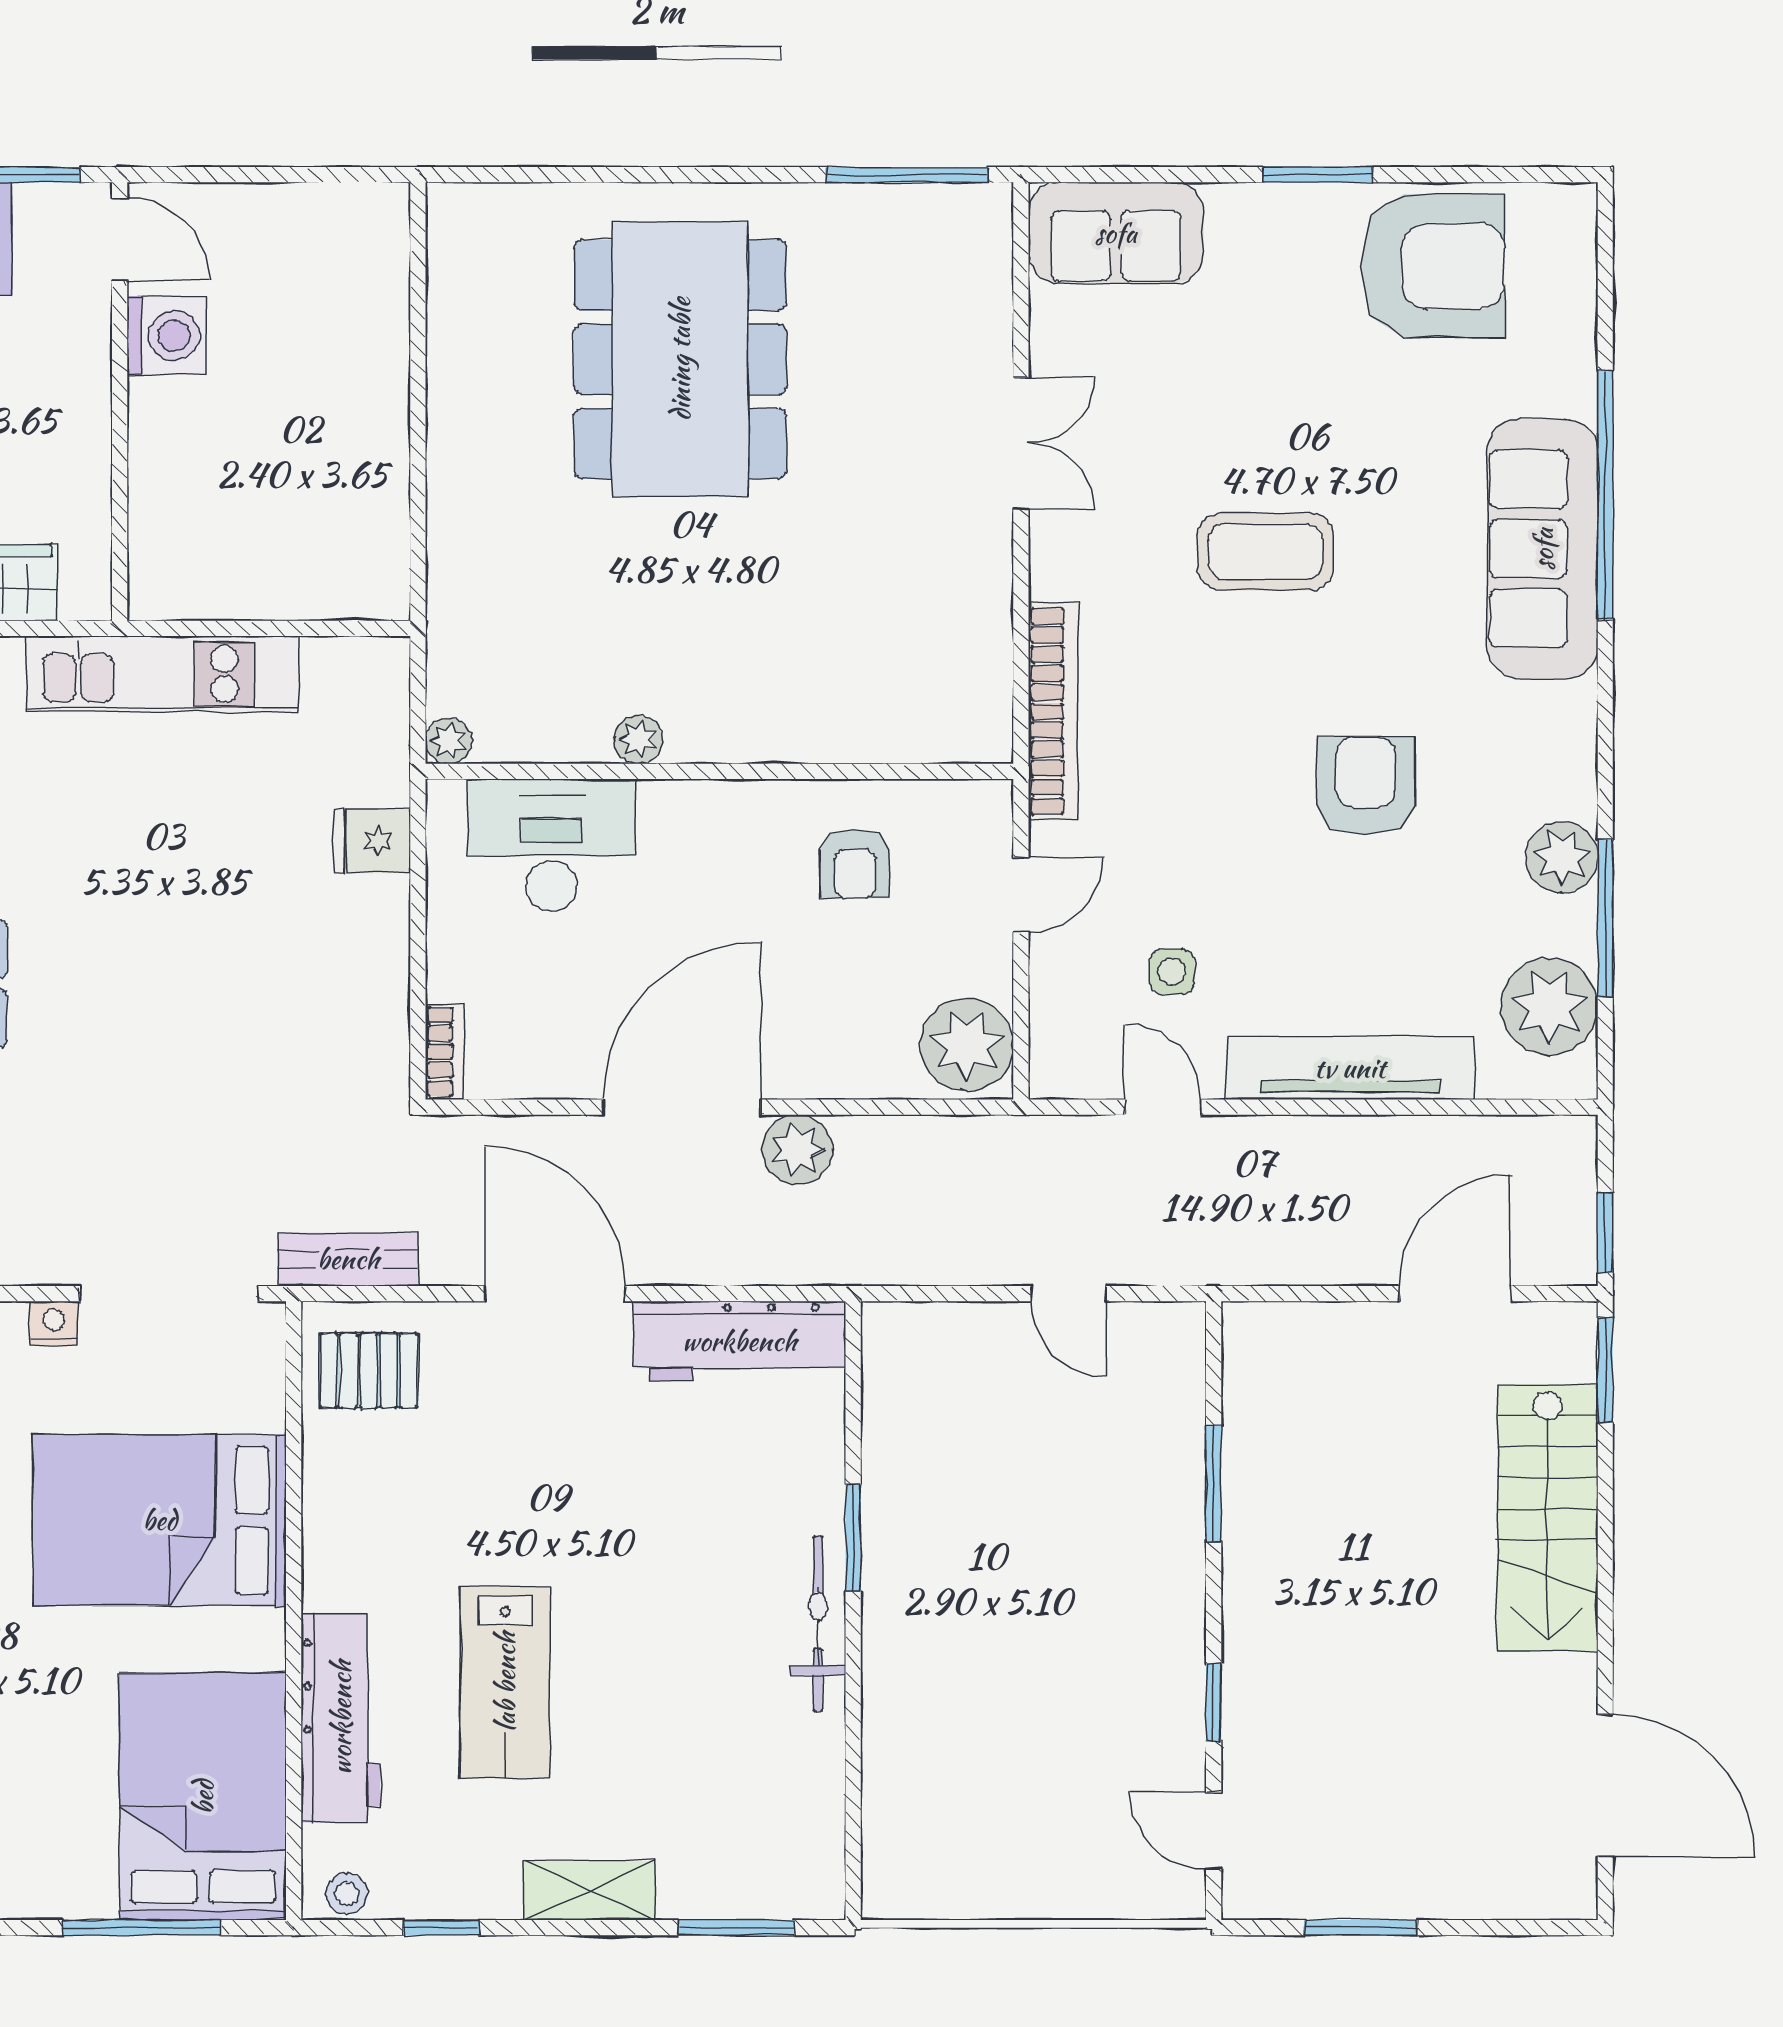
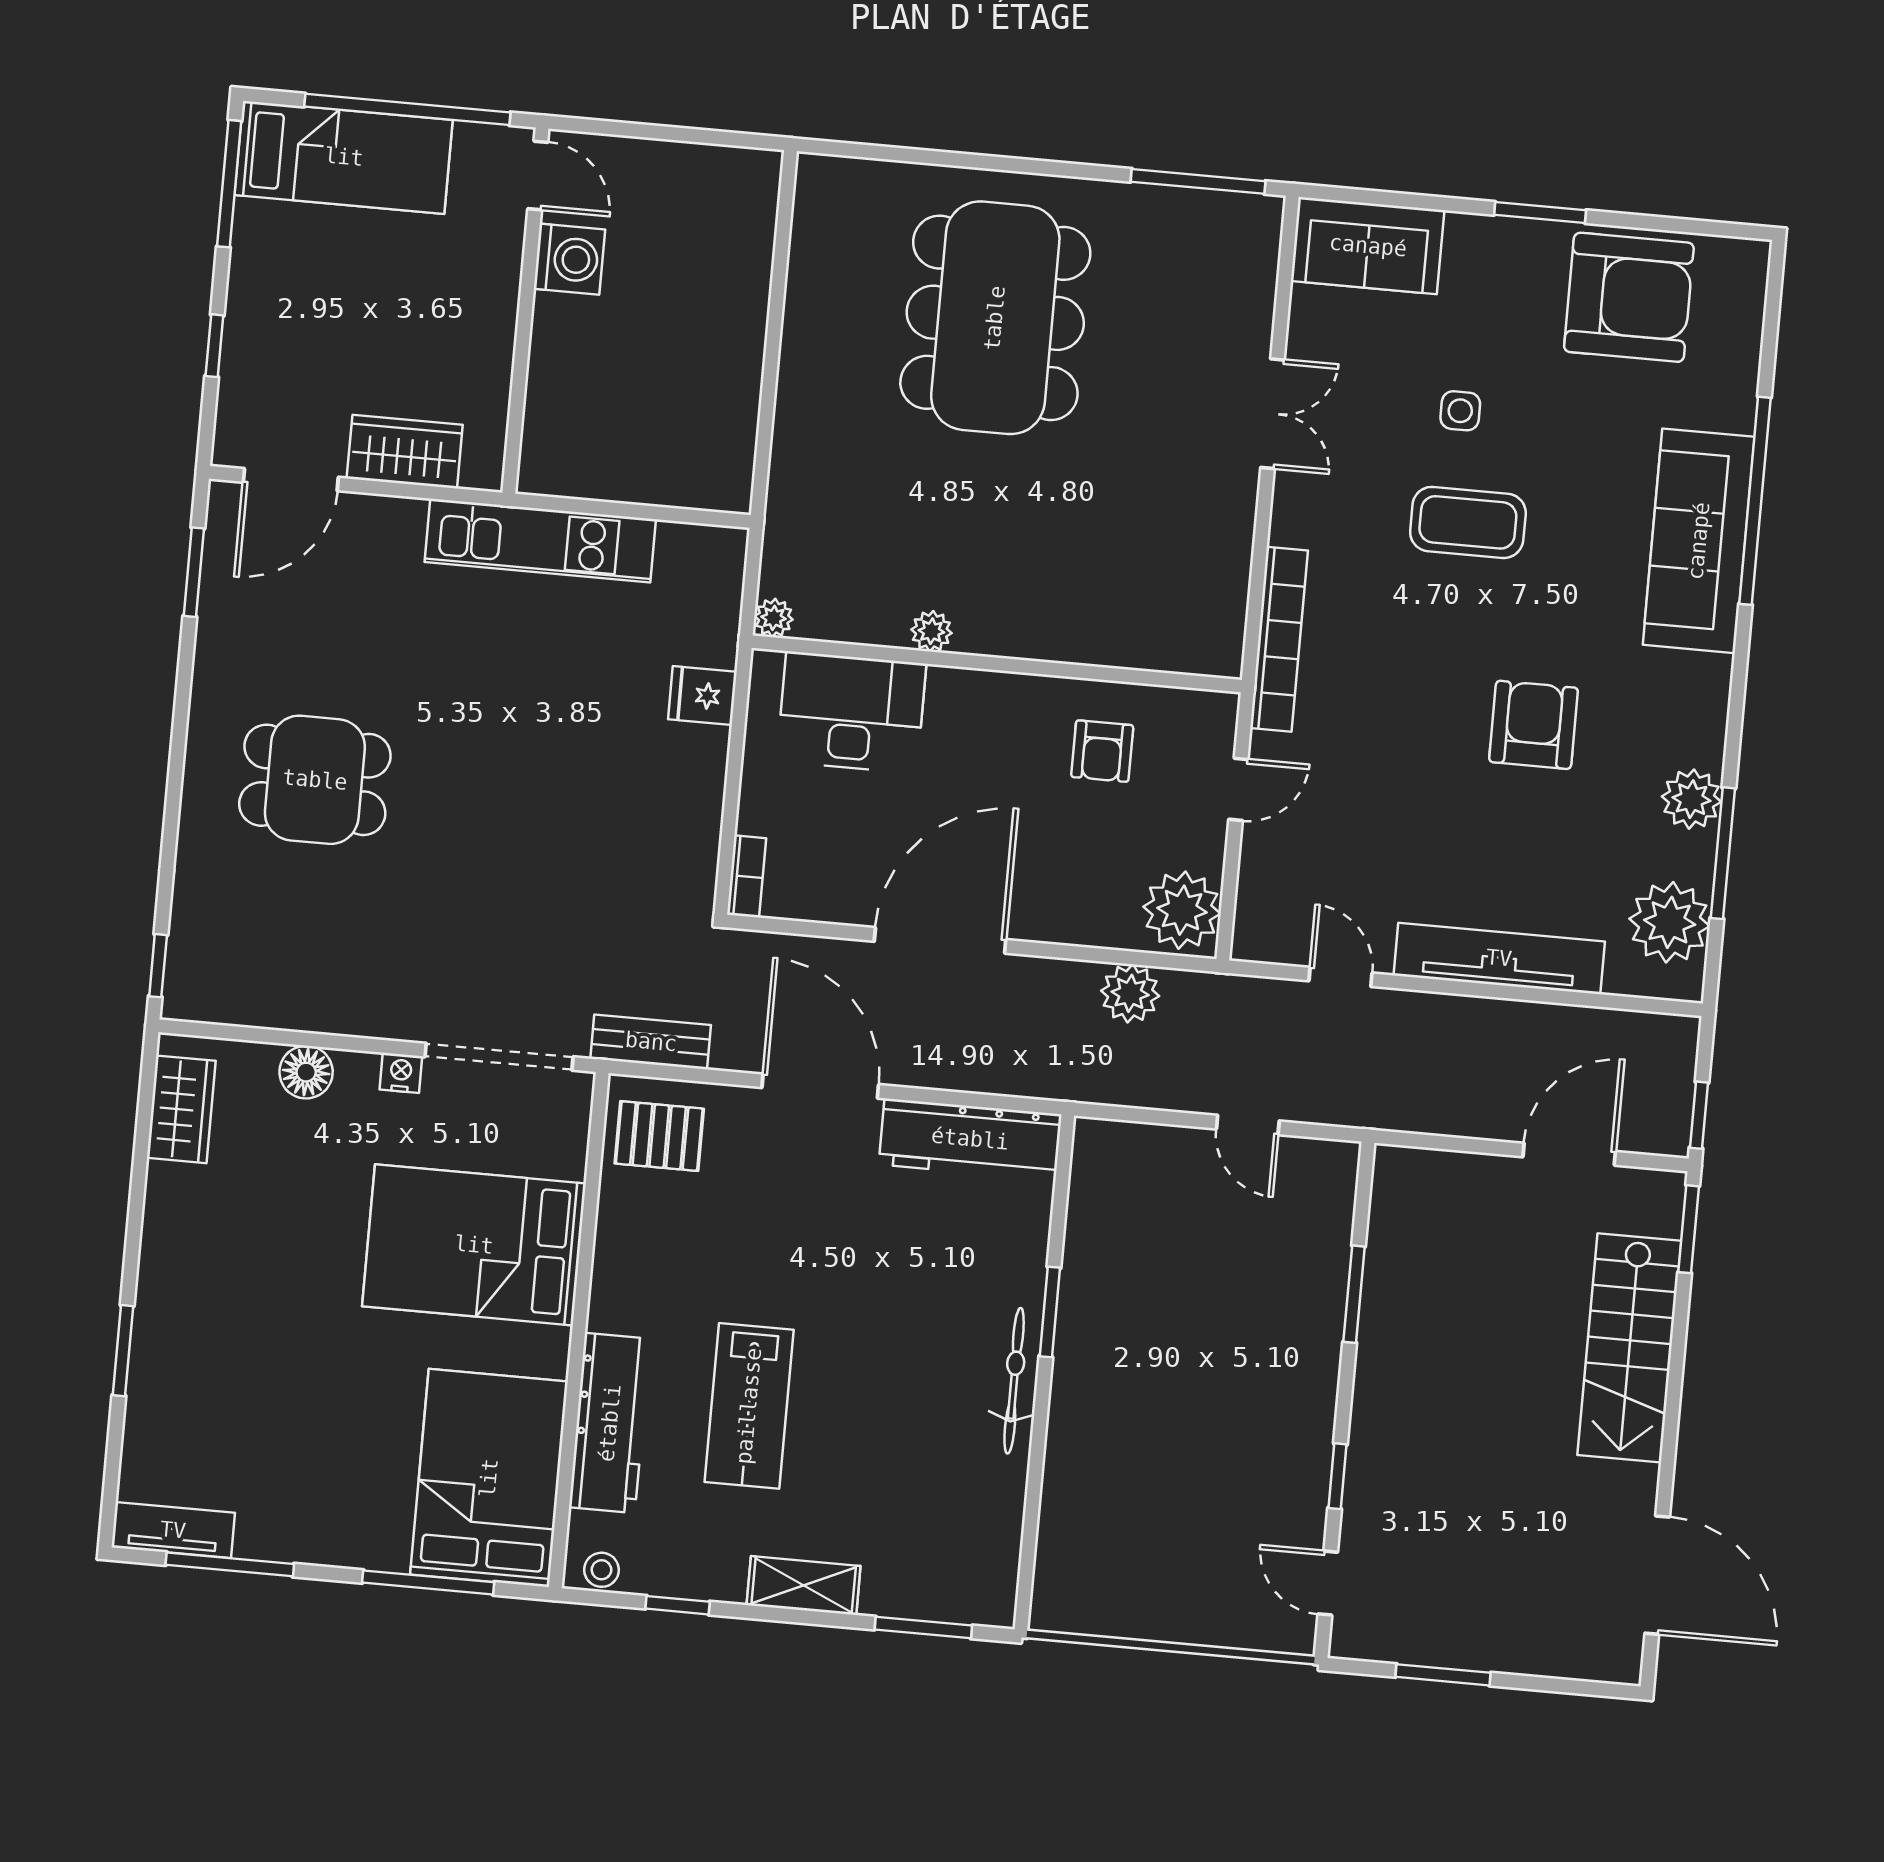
side table: (1172, 972) -> (1460, 411), moved
plant: (797, 1150) -> (1130, 993), moved

